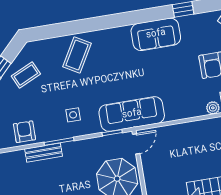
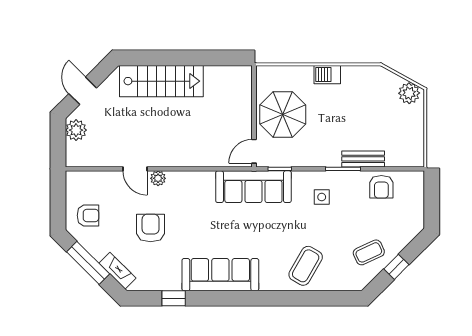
sofa: (156, 34) -> (220, 275), width x1.36

